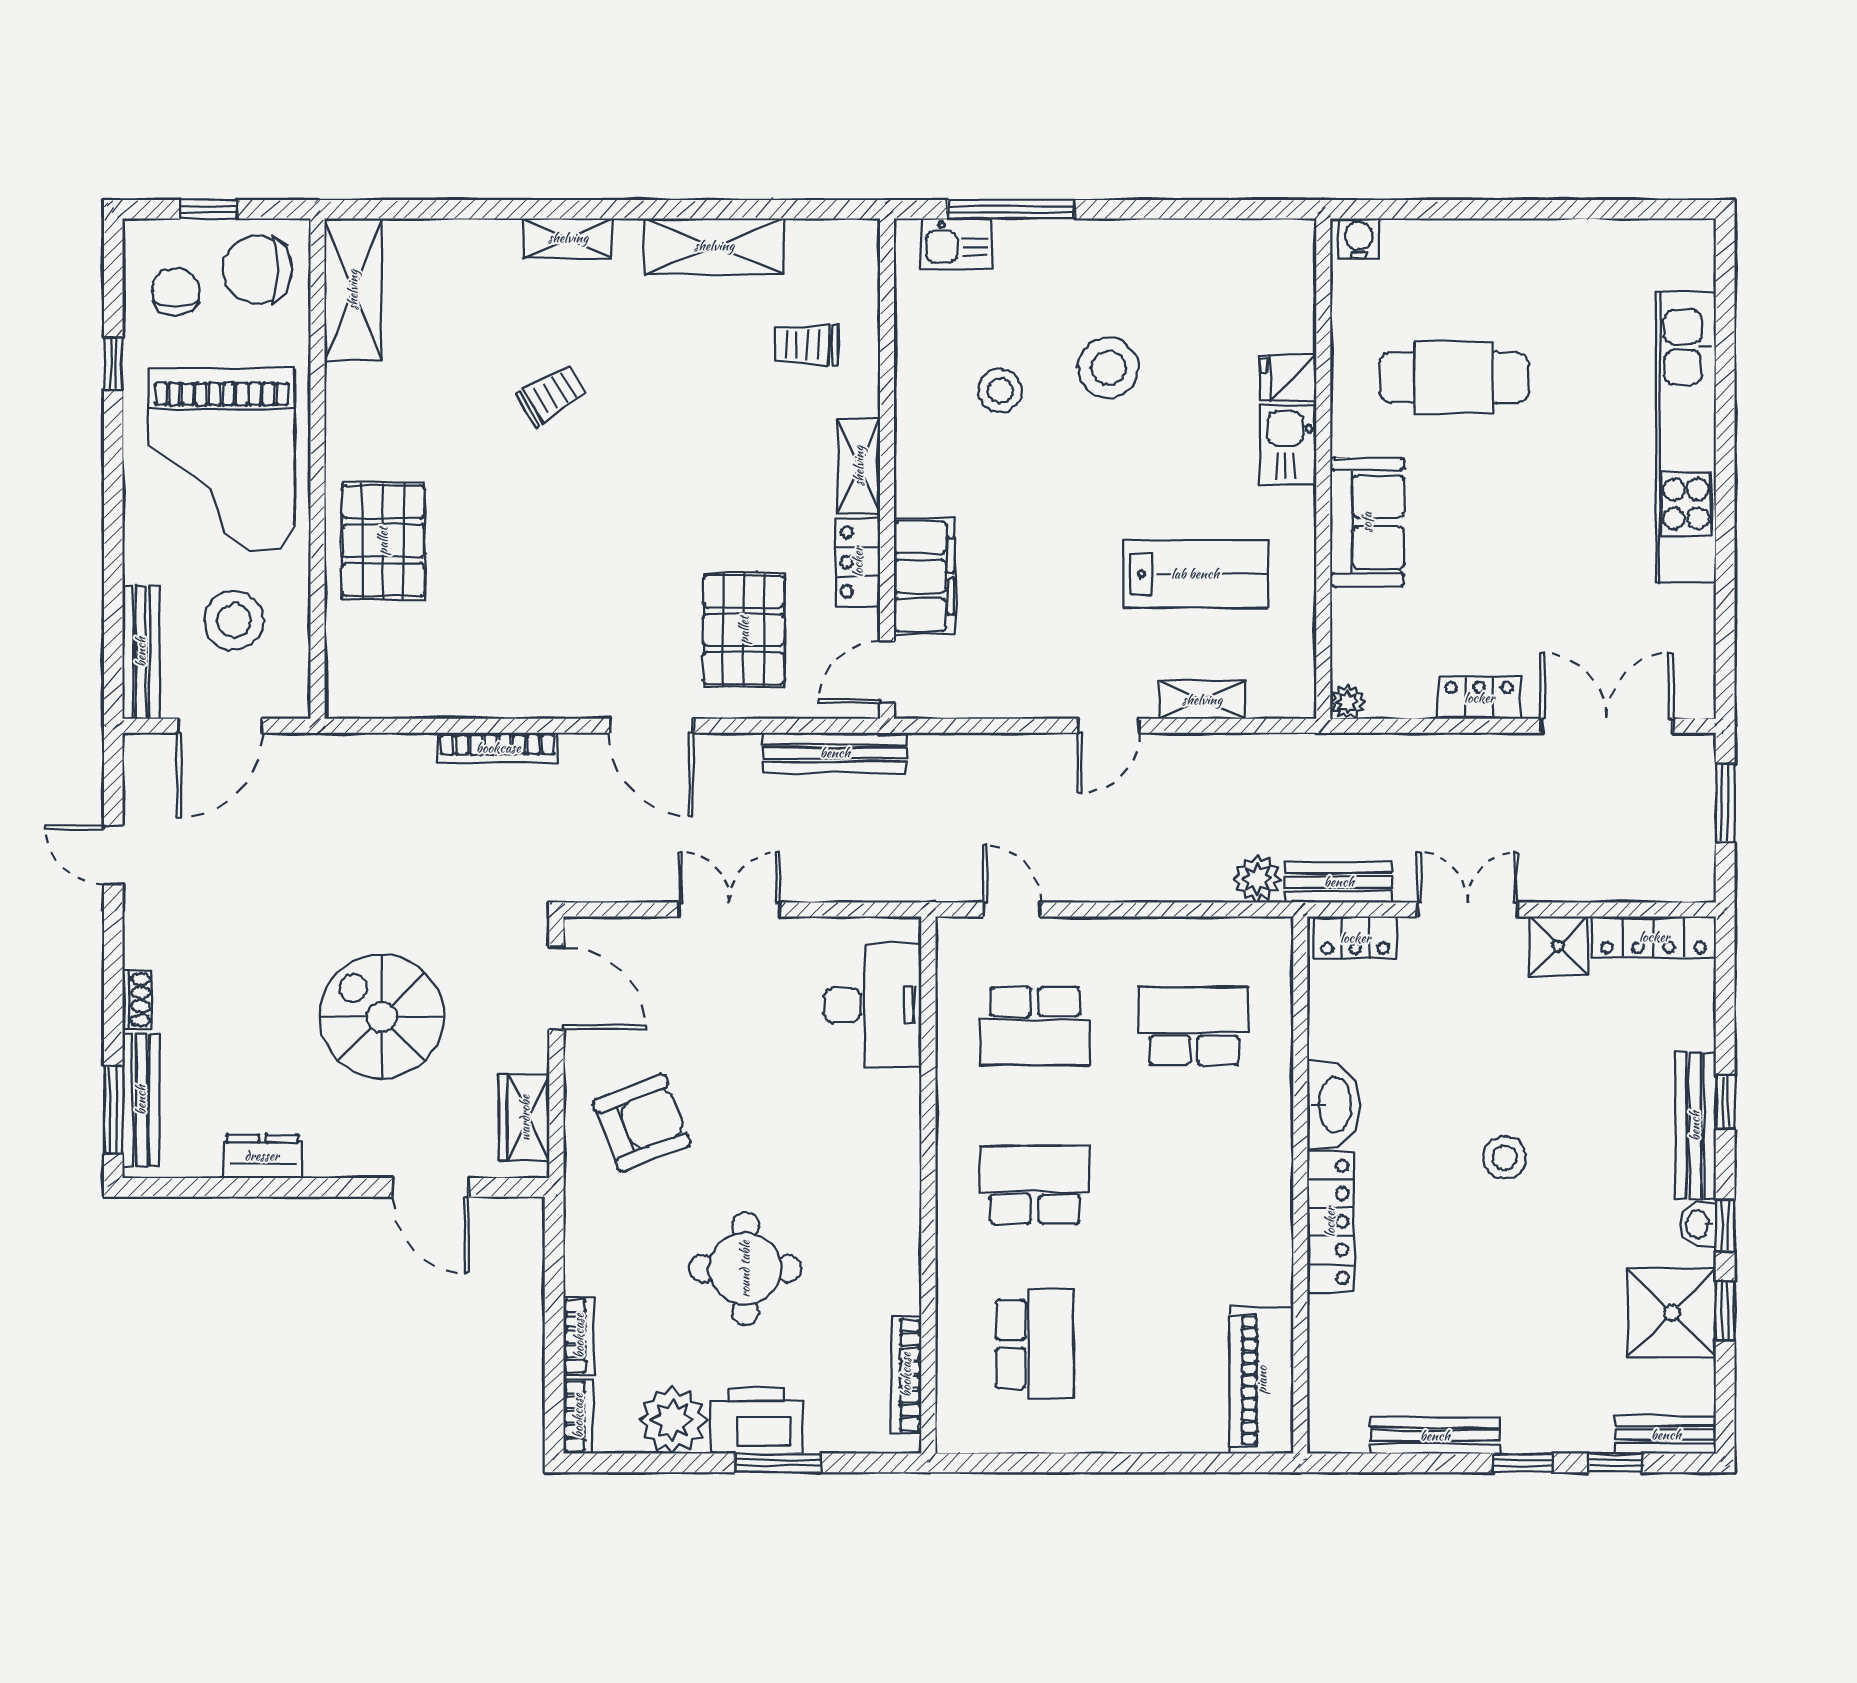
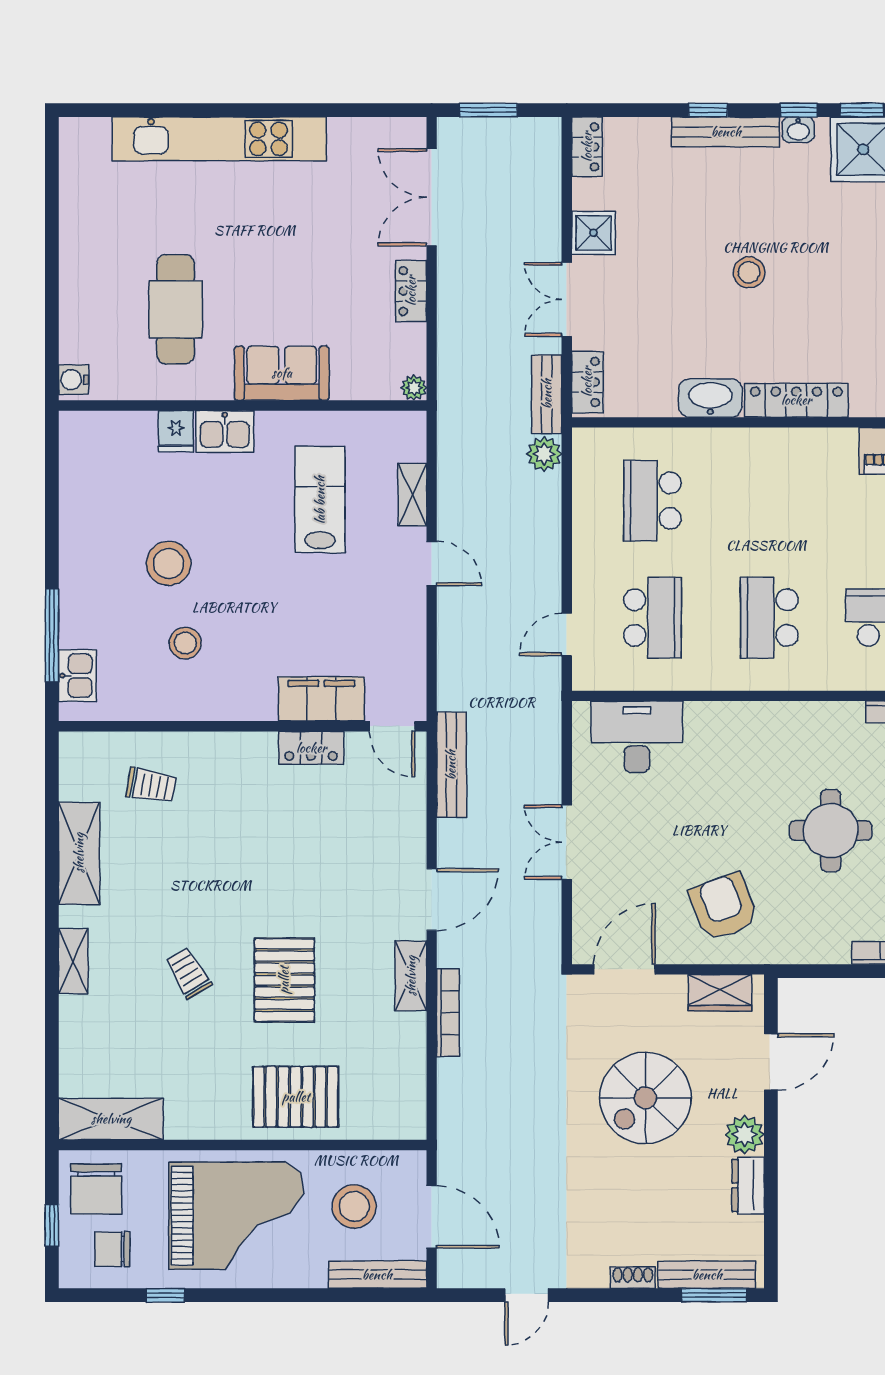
trolley: (806, 345) -> (151, 785), turned -80
shelving: (859, 466) -> (411, 976), moved, turned 90
pallet: (744, 630) -> (284, 980), moved, turned 90
locker: (1654, 937) -> (587, 147), width x0.66
plant: (332, 1151) -> (745, 1135), added

